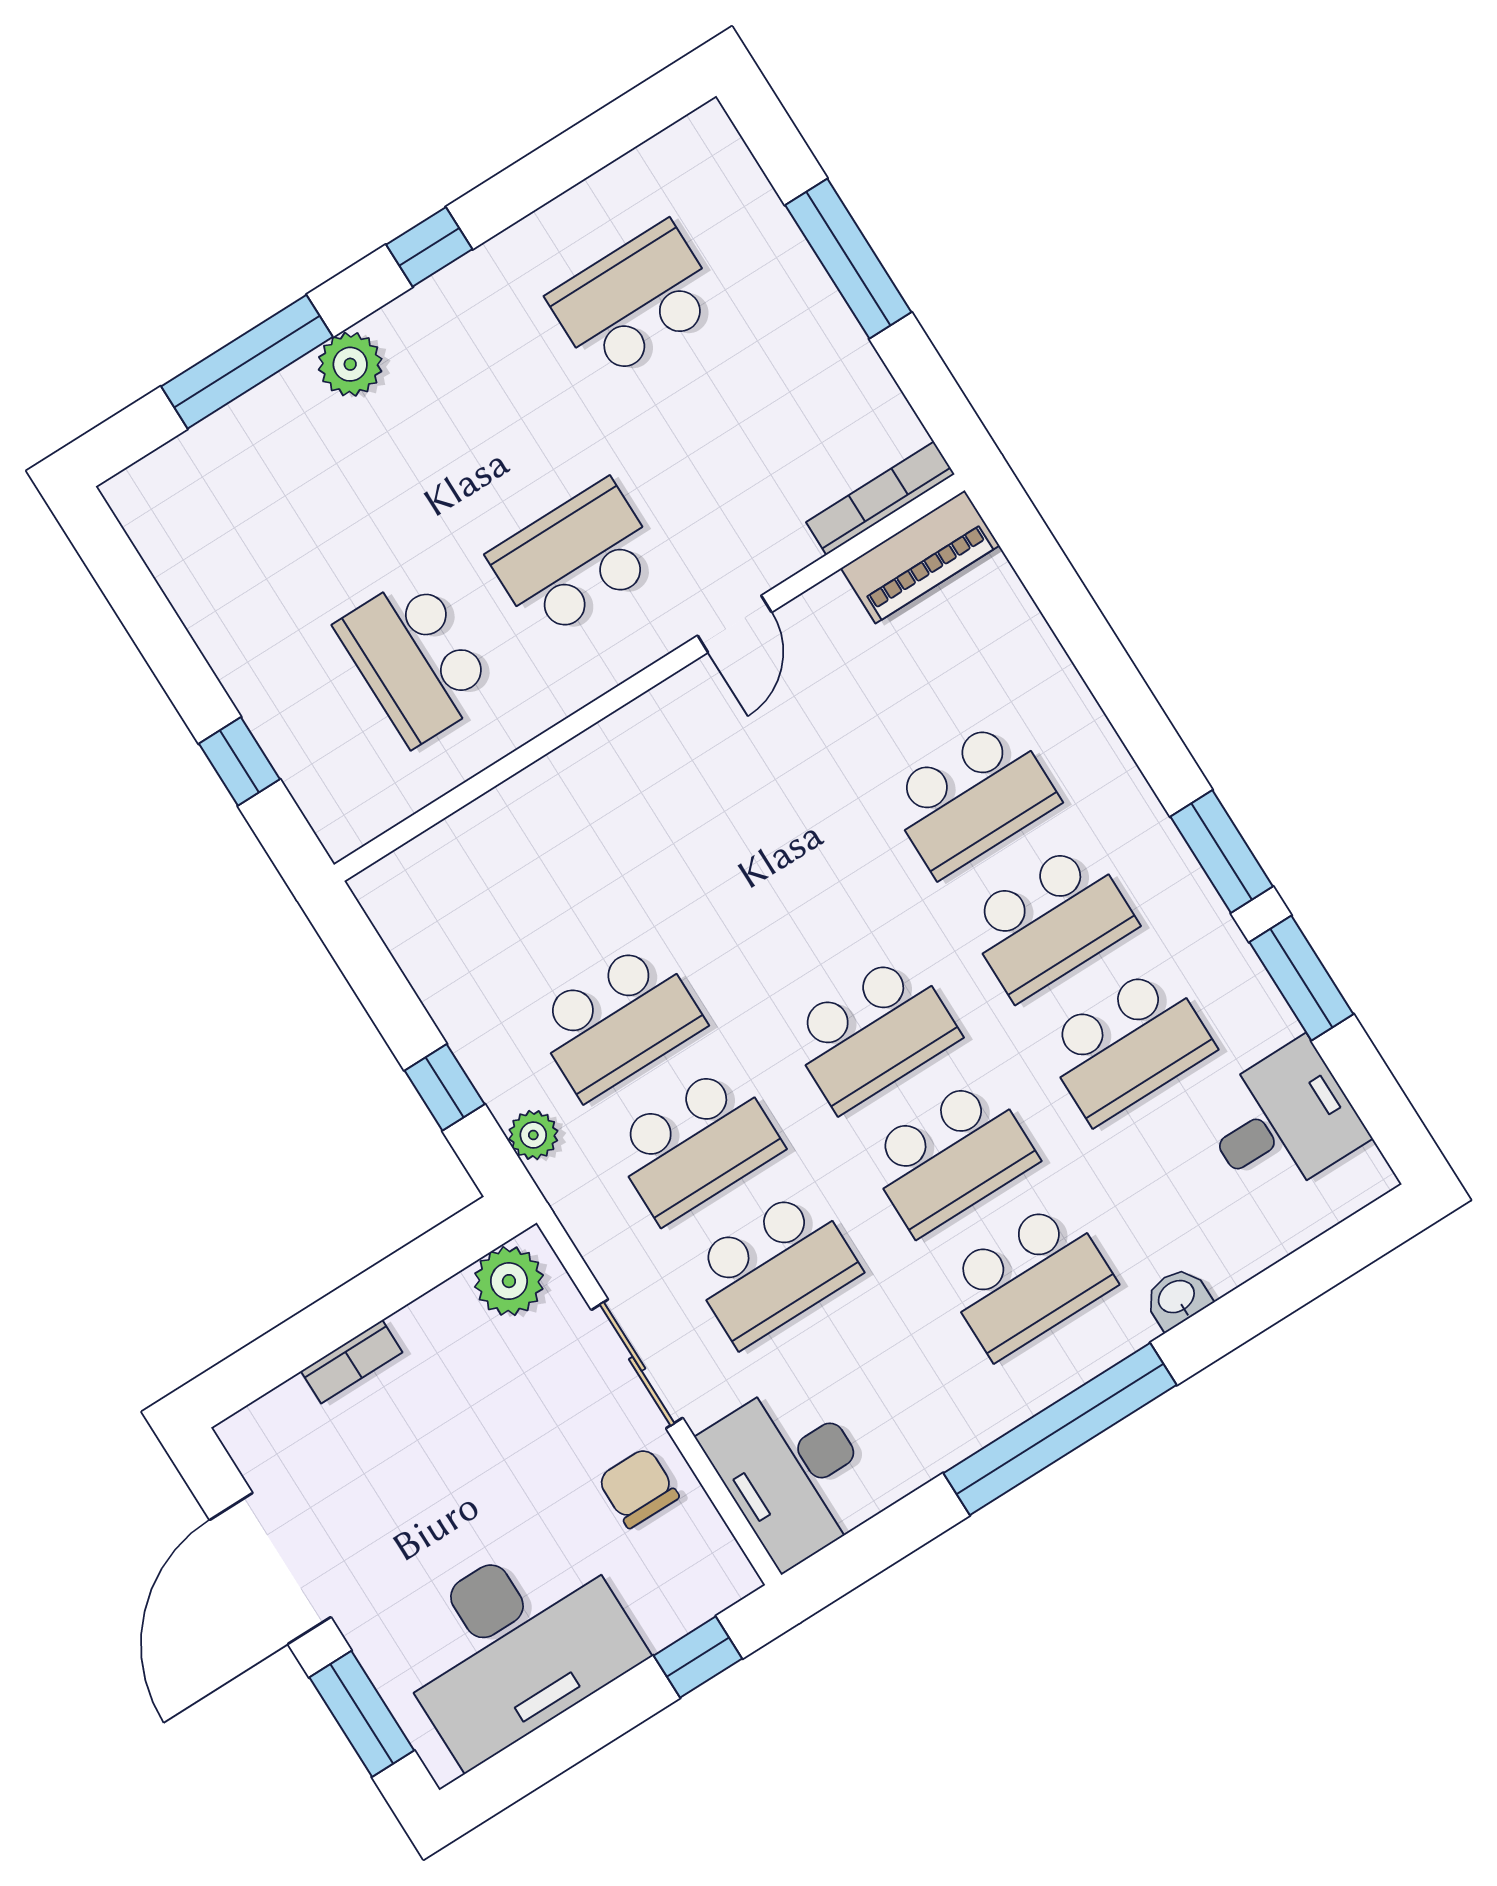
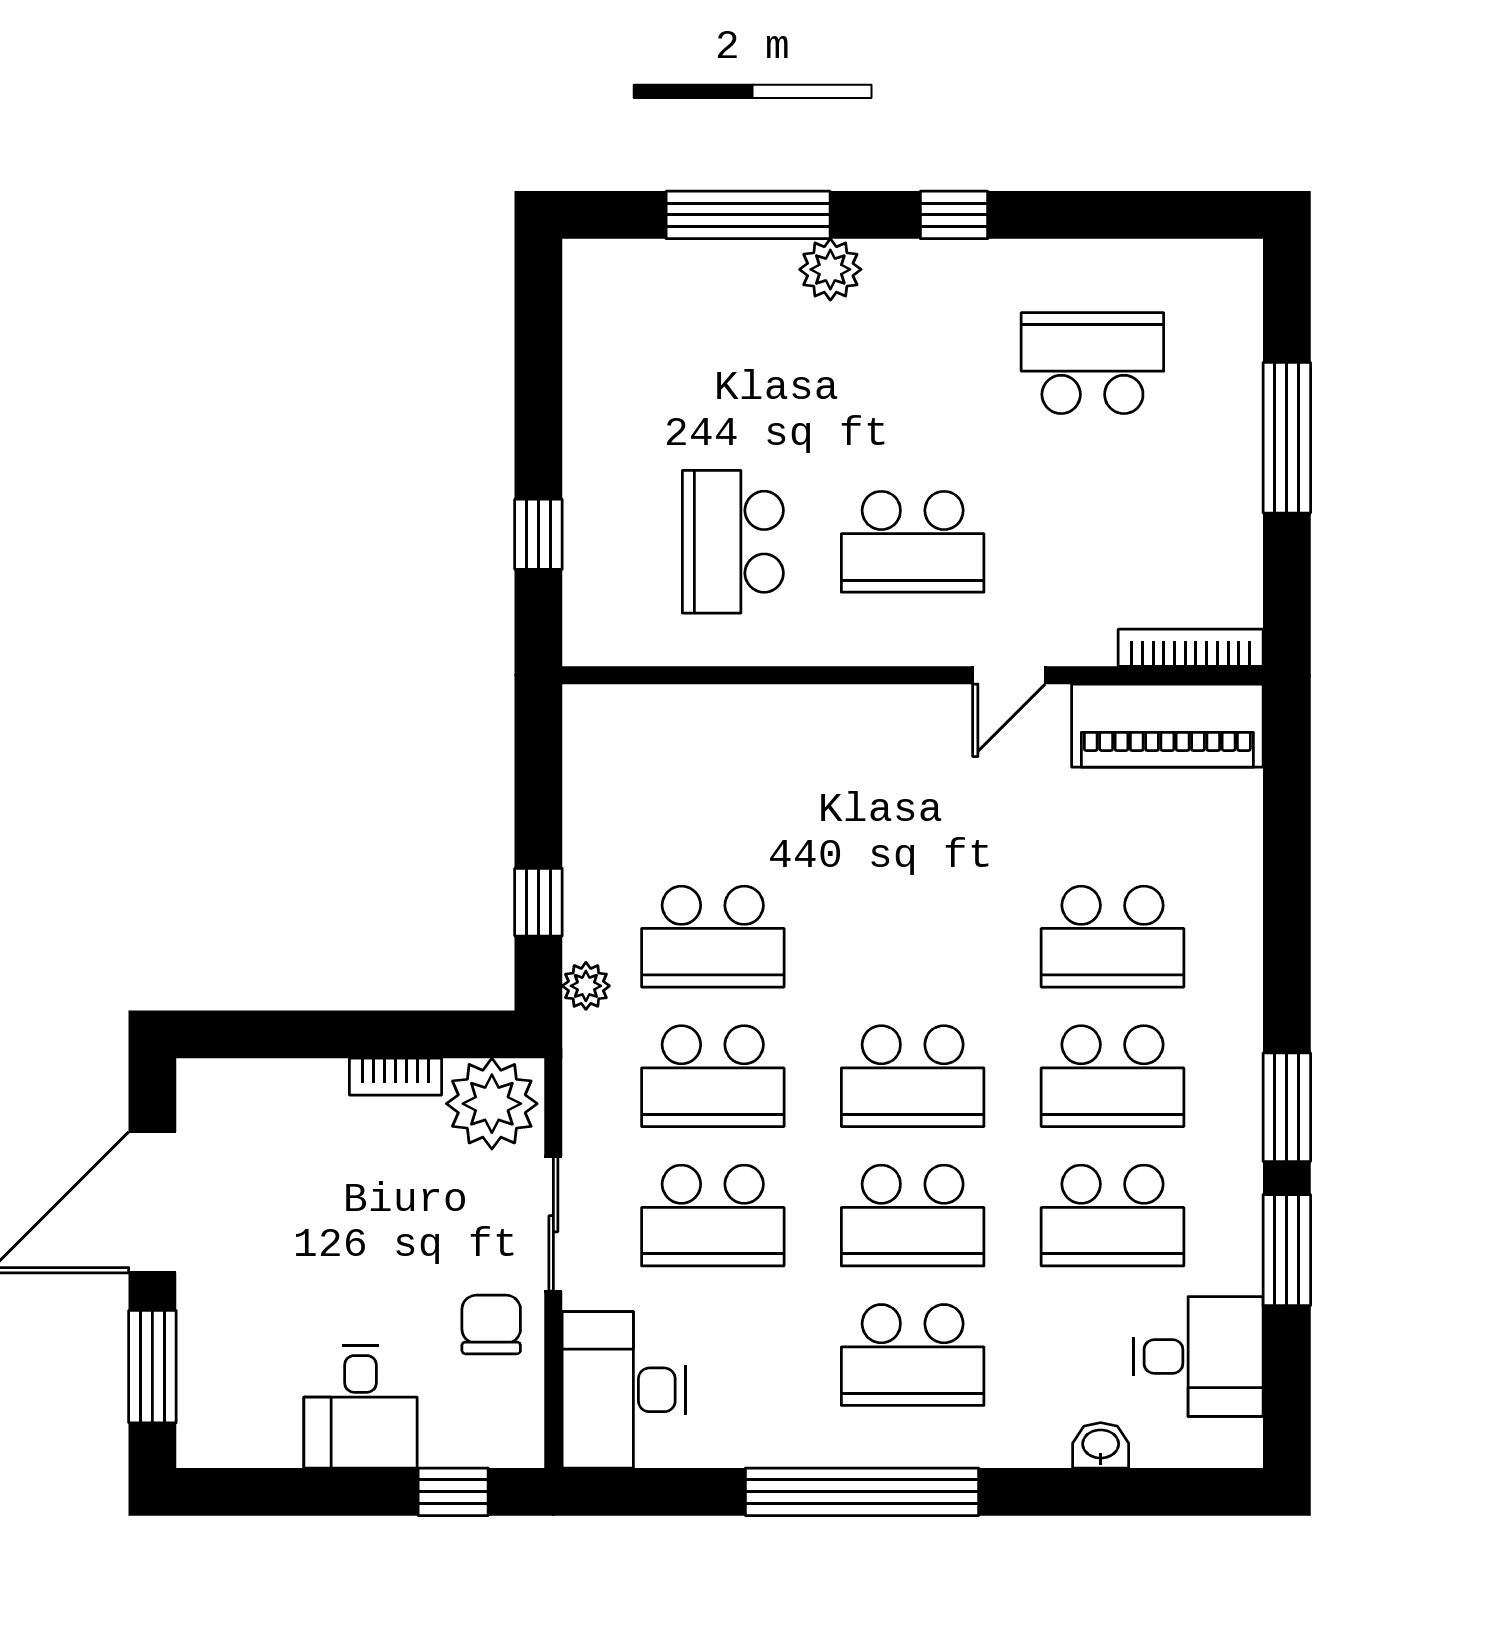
piano: (920, 557) -> (1167, 726), width x1.37, depth x1.33
school desk: (575, 559) -> (913, 542), turned 180
plant: (509, 1281) -> (492, 1104), width x1.36, depth x1.36
washbasin: (1177, 1298) -> (1101, 1445), moved
bookcase: (352, 1362) -> (396, 1077), moved
desk: (514, 1645) -> (360, 1407), width x0.53, depth x0.77

